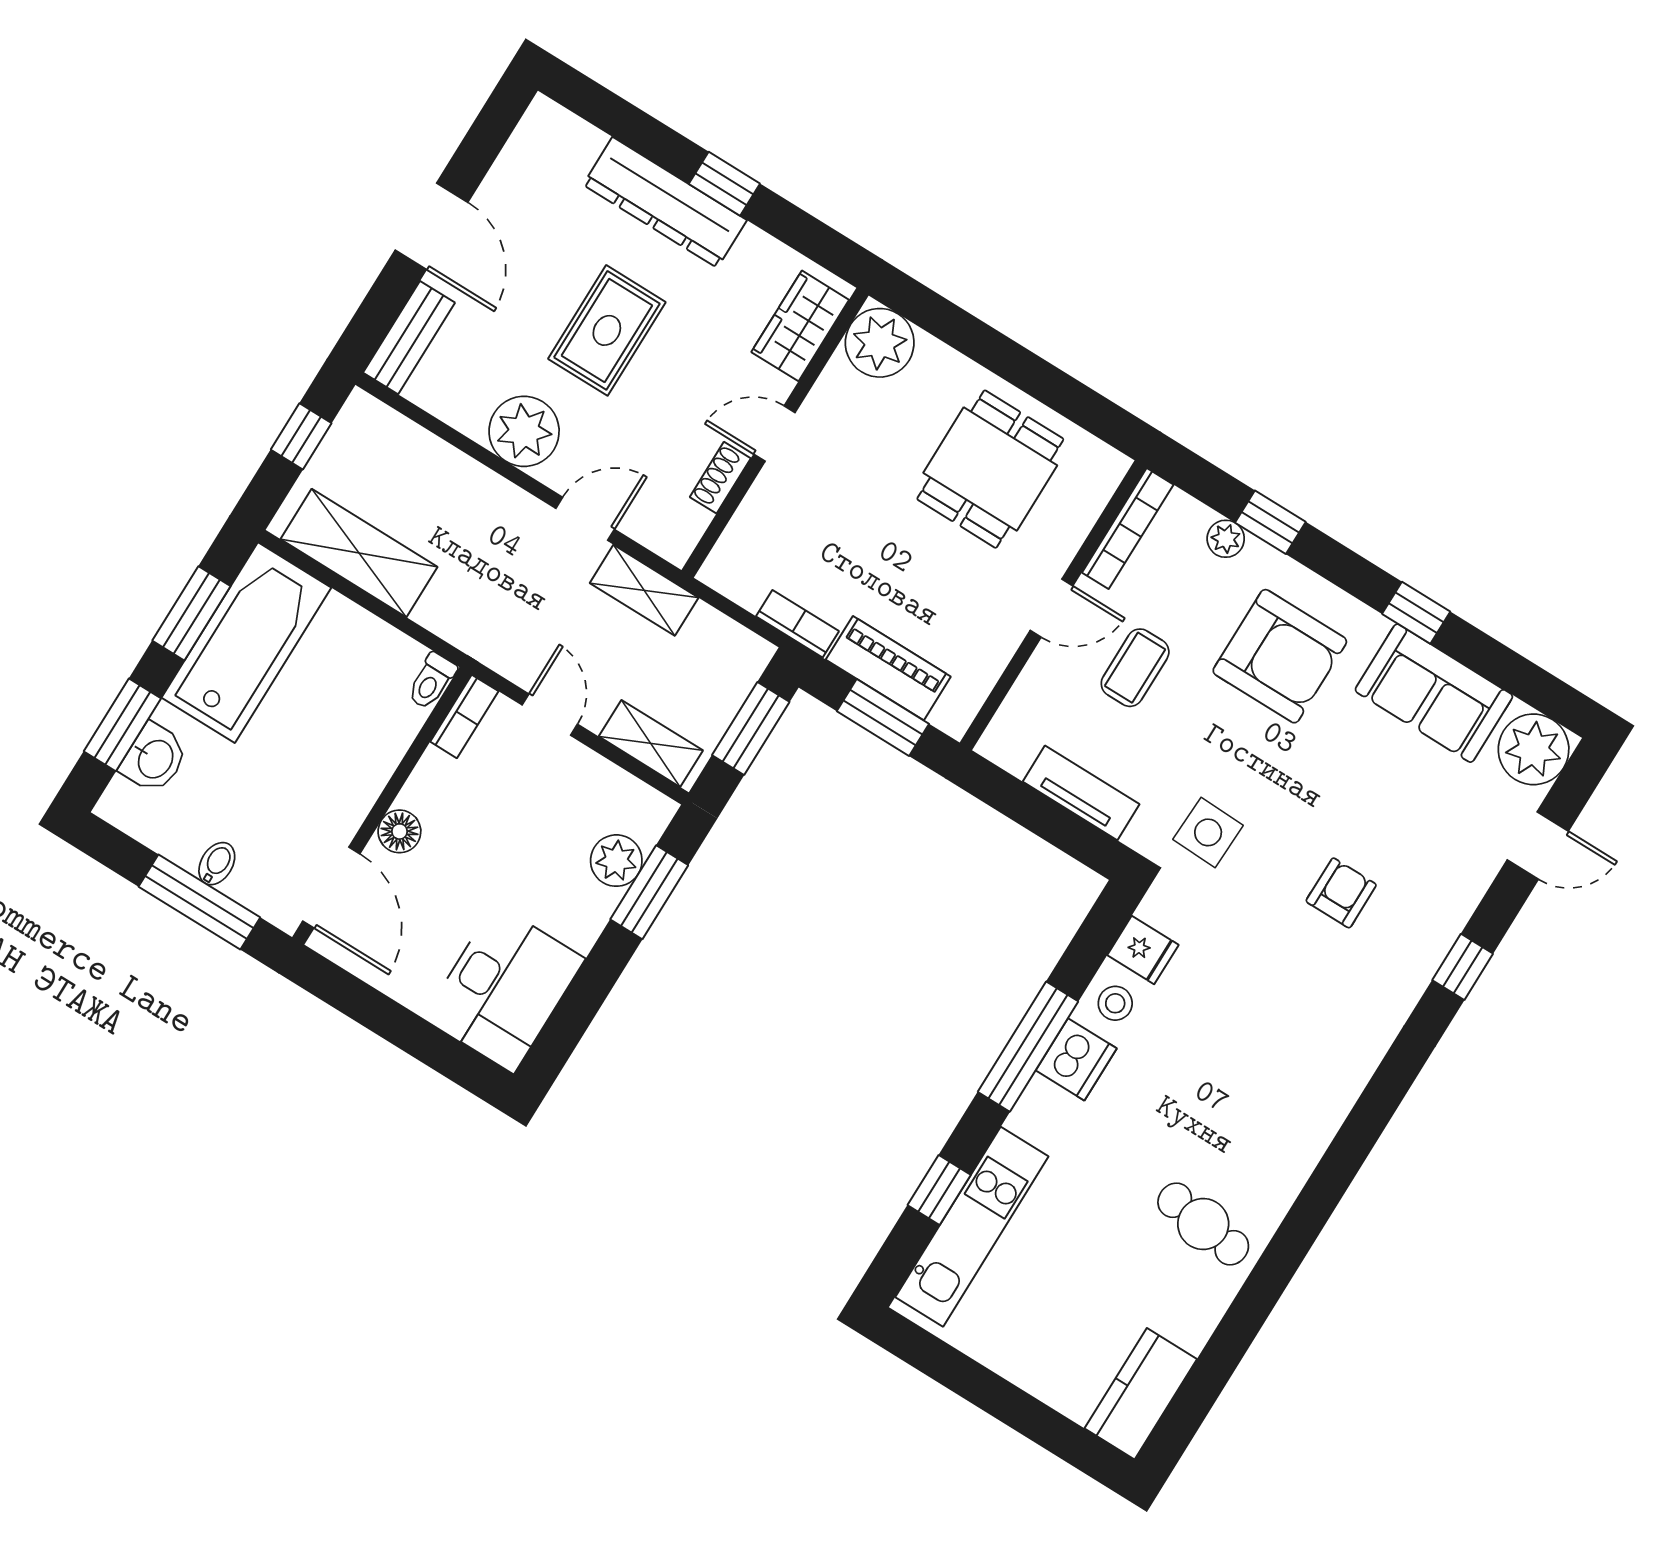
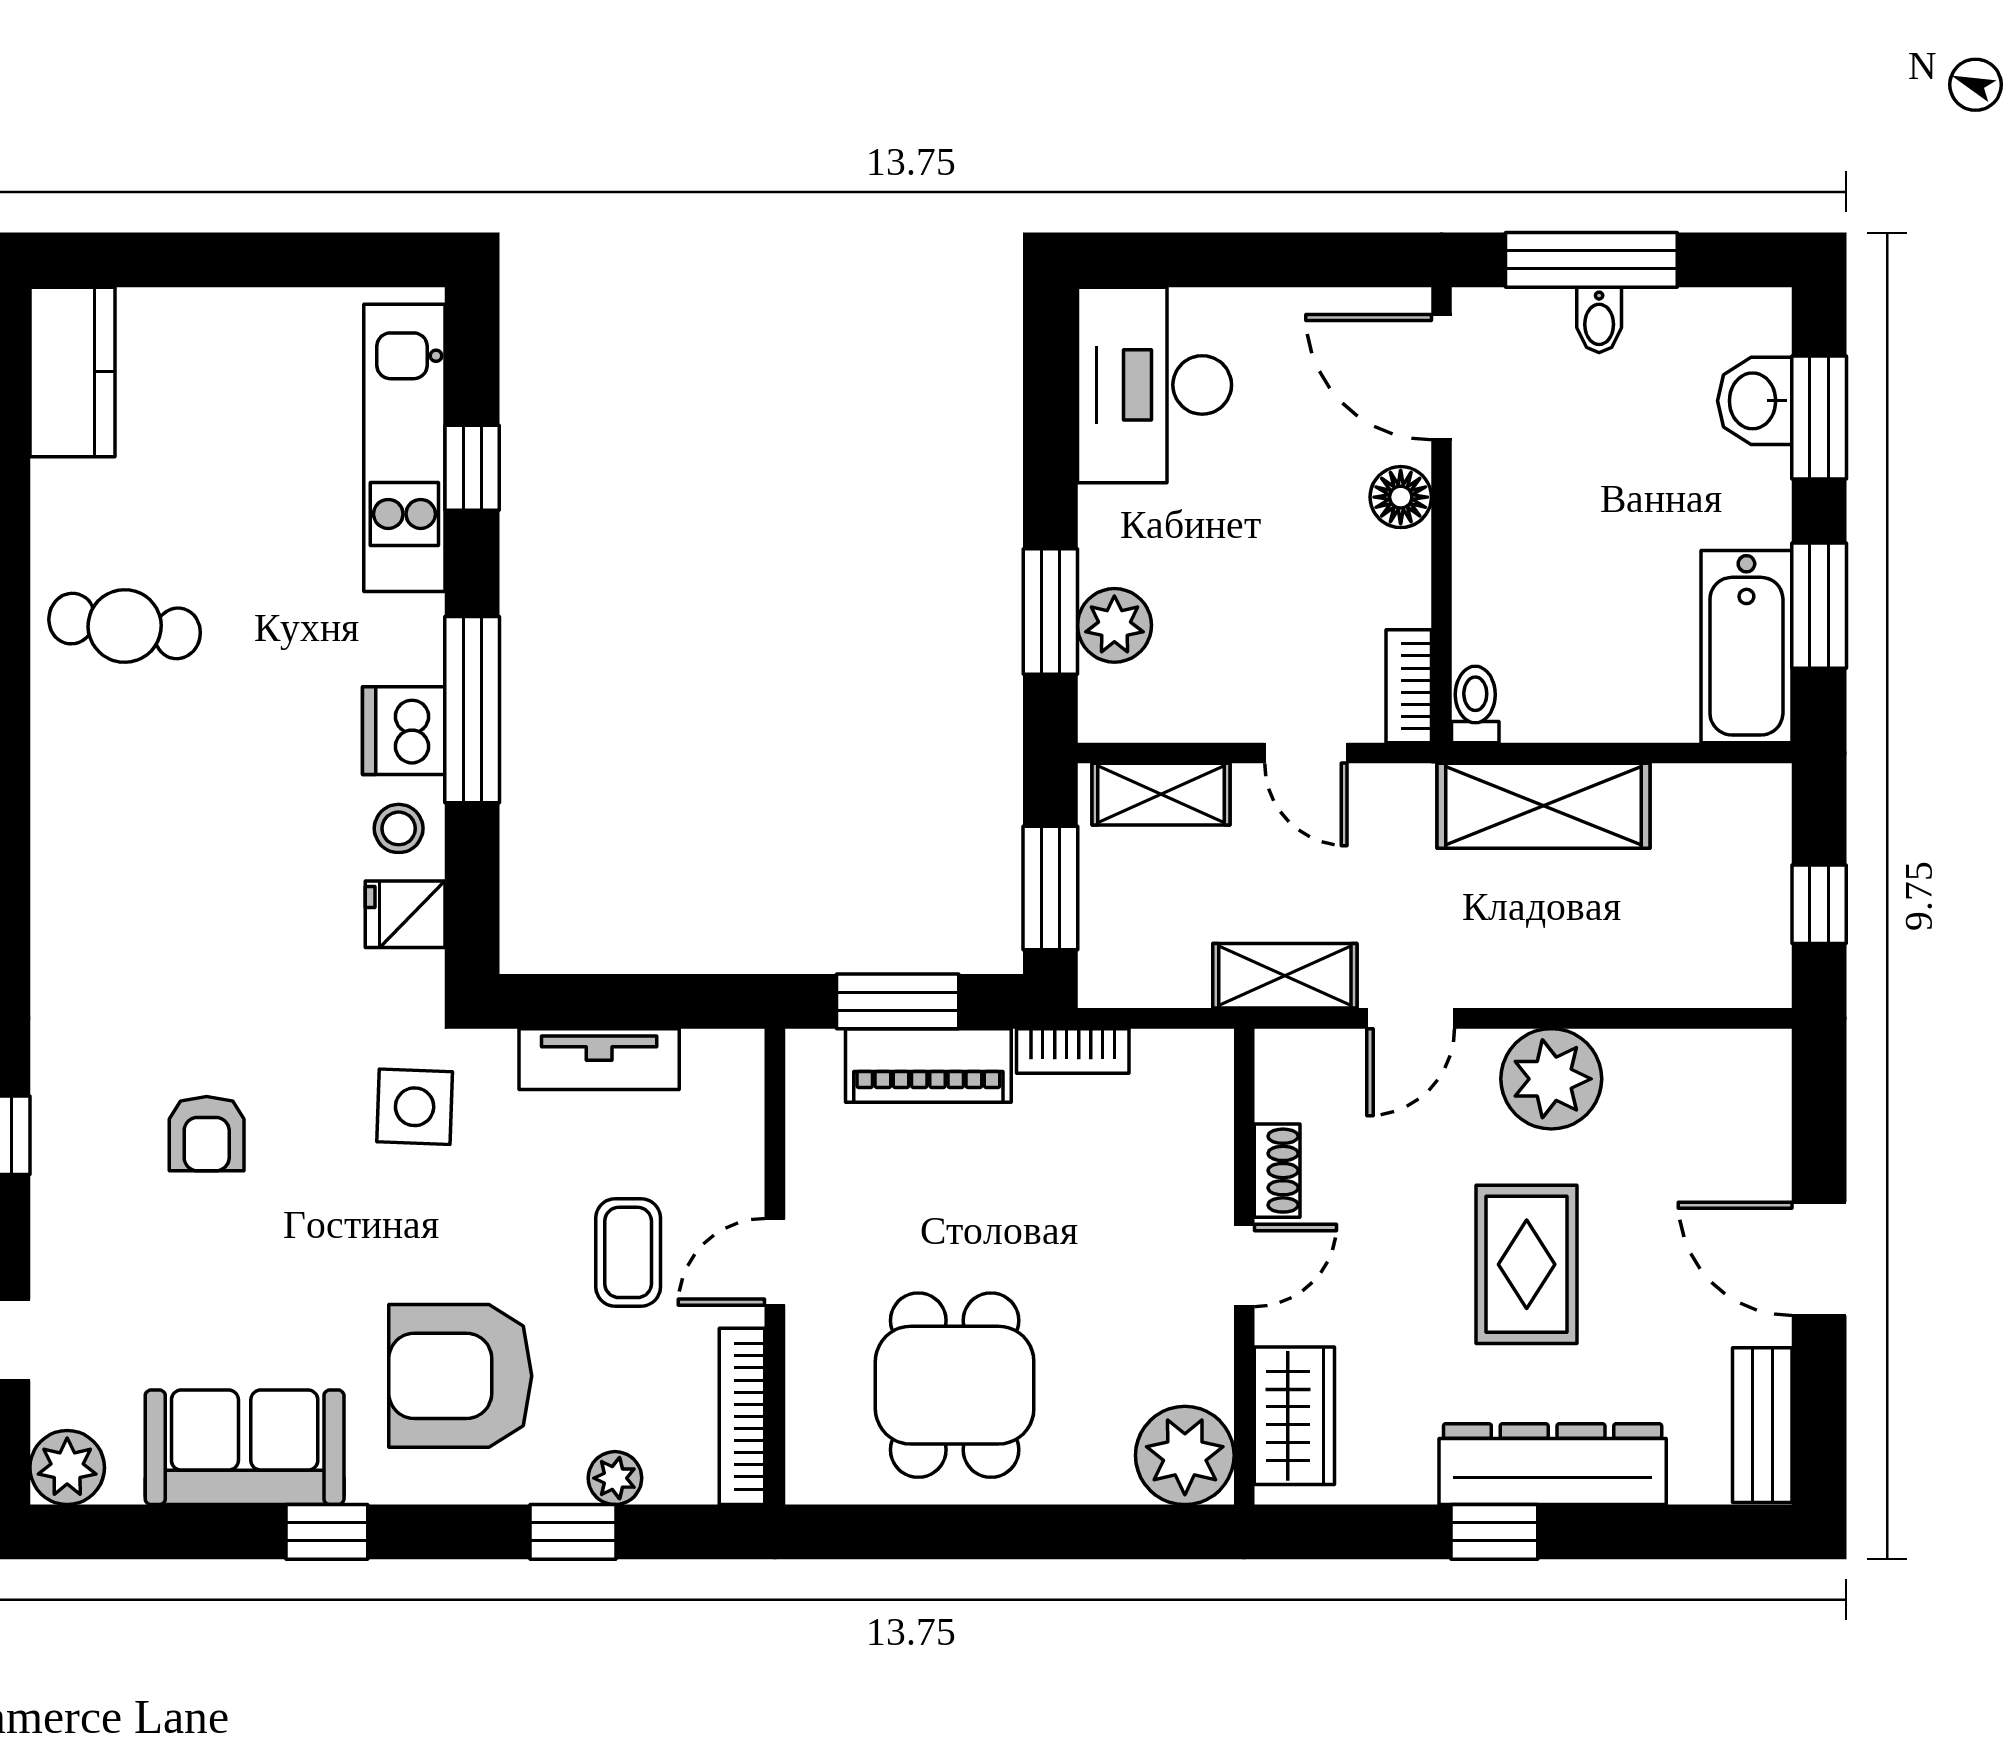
bench: (409, 338) -> (1762, 1425), moved
shelving: (359, 553) -> (1543, 806), moved
bathtub: (246, 643) -> (1746, 647), width x0.73, depth x0.73
plant: (1534, 749) -> (67, 1468), width x0.73, depth x0.73

